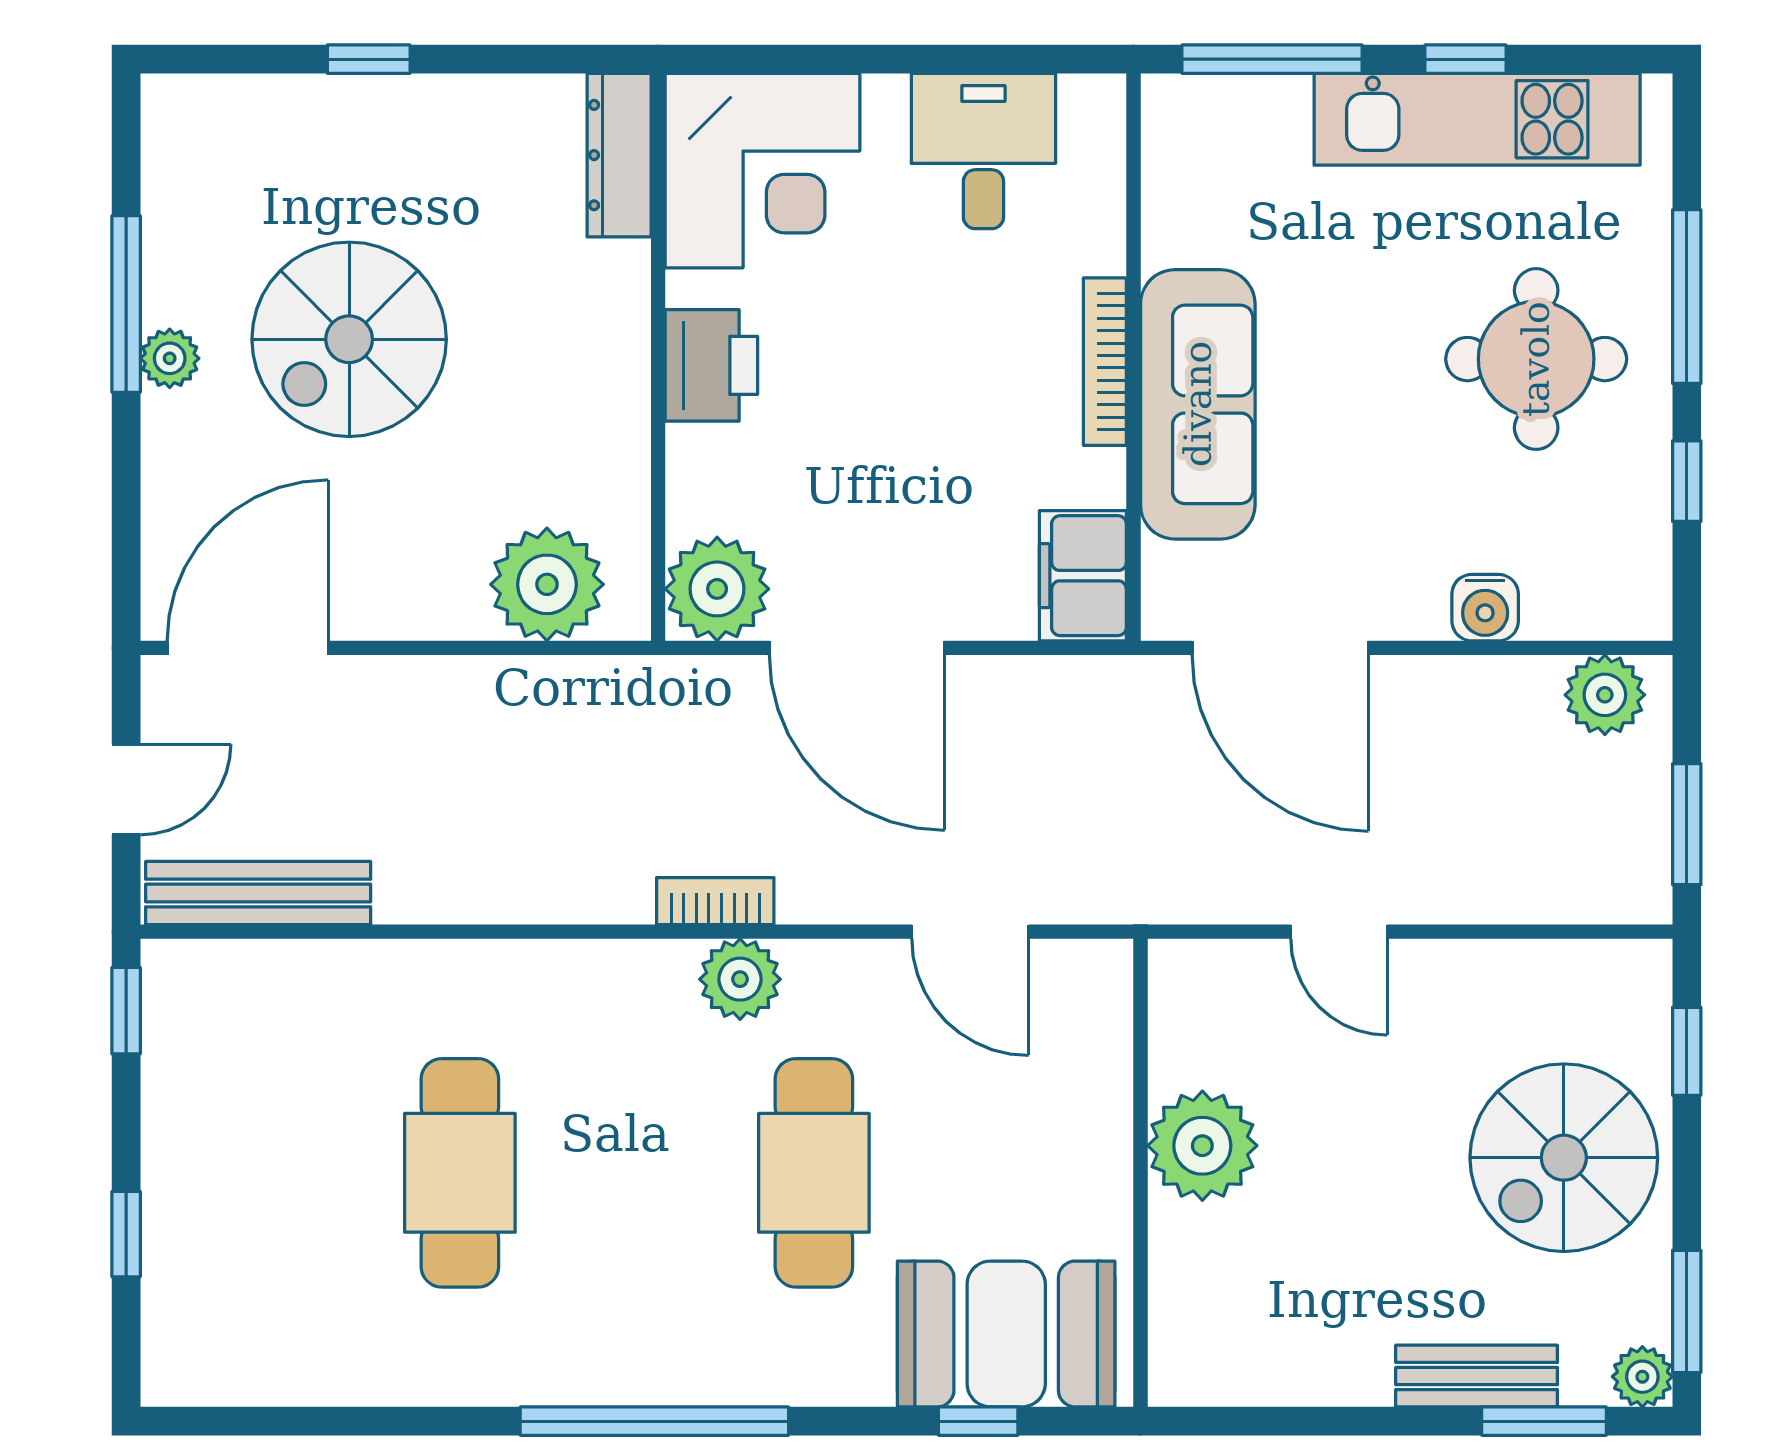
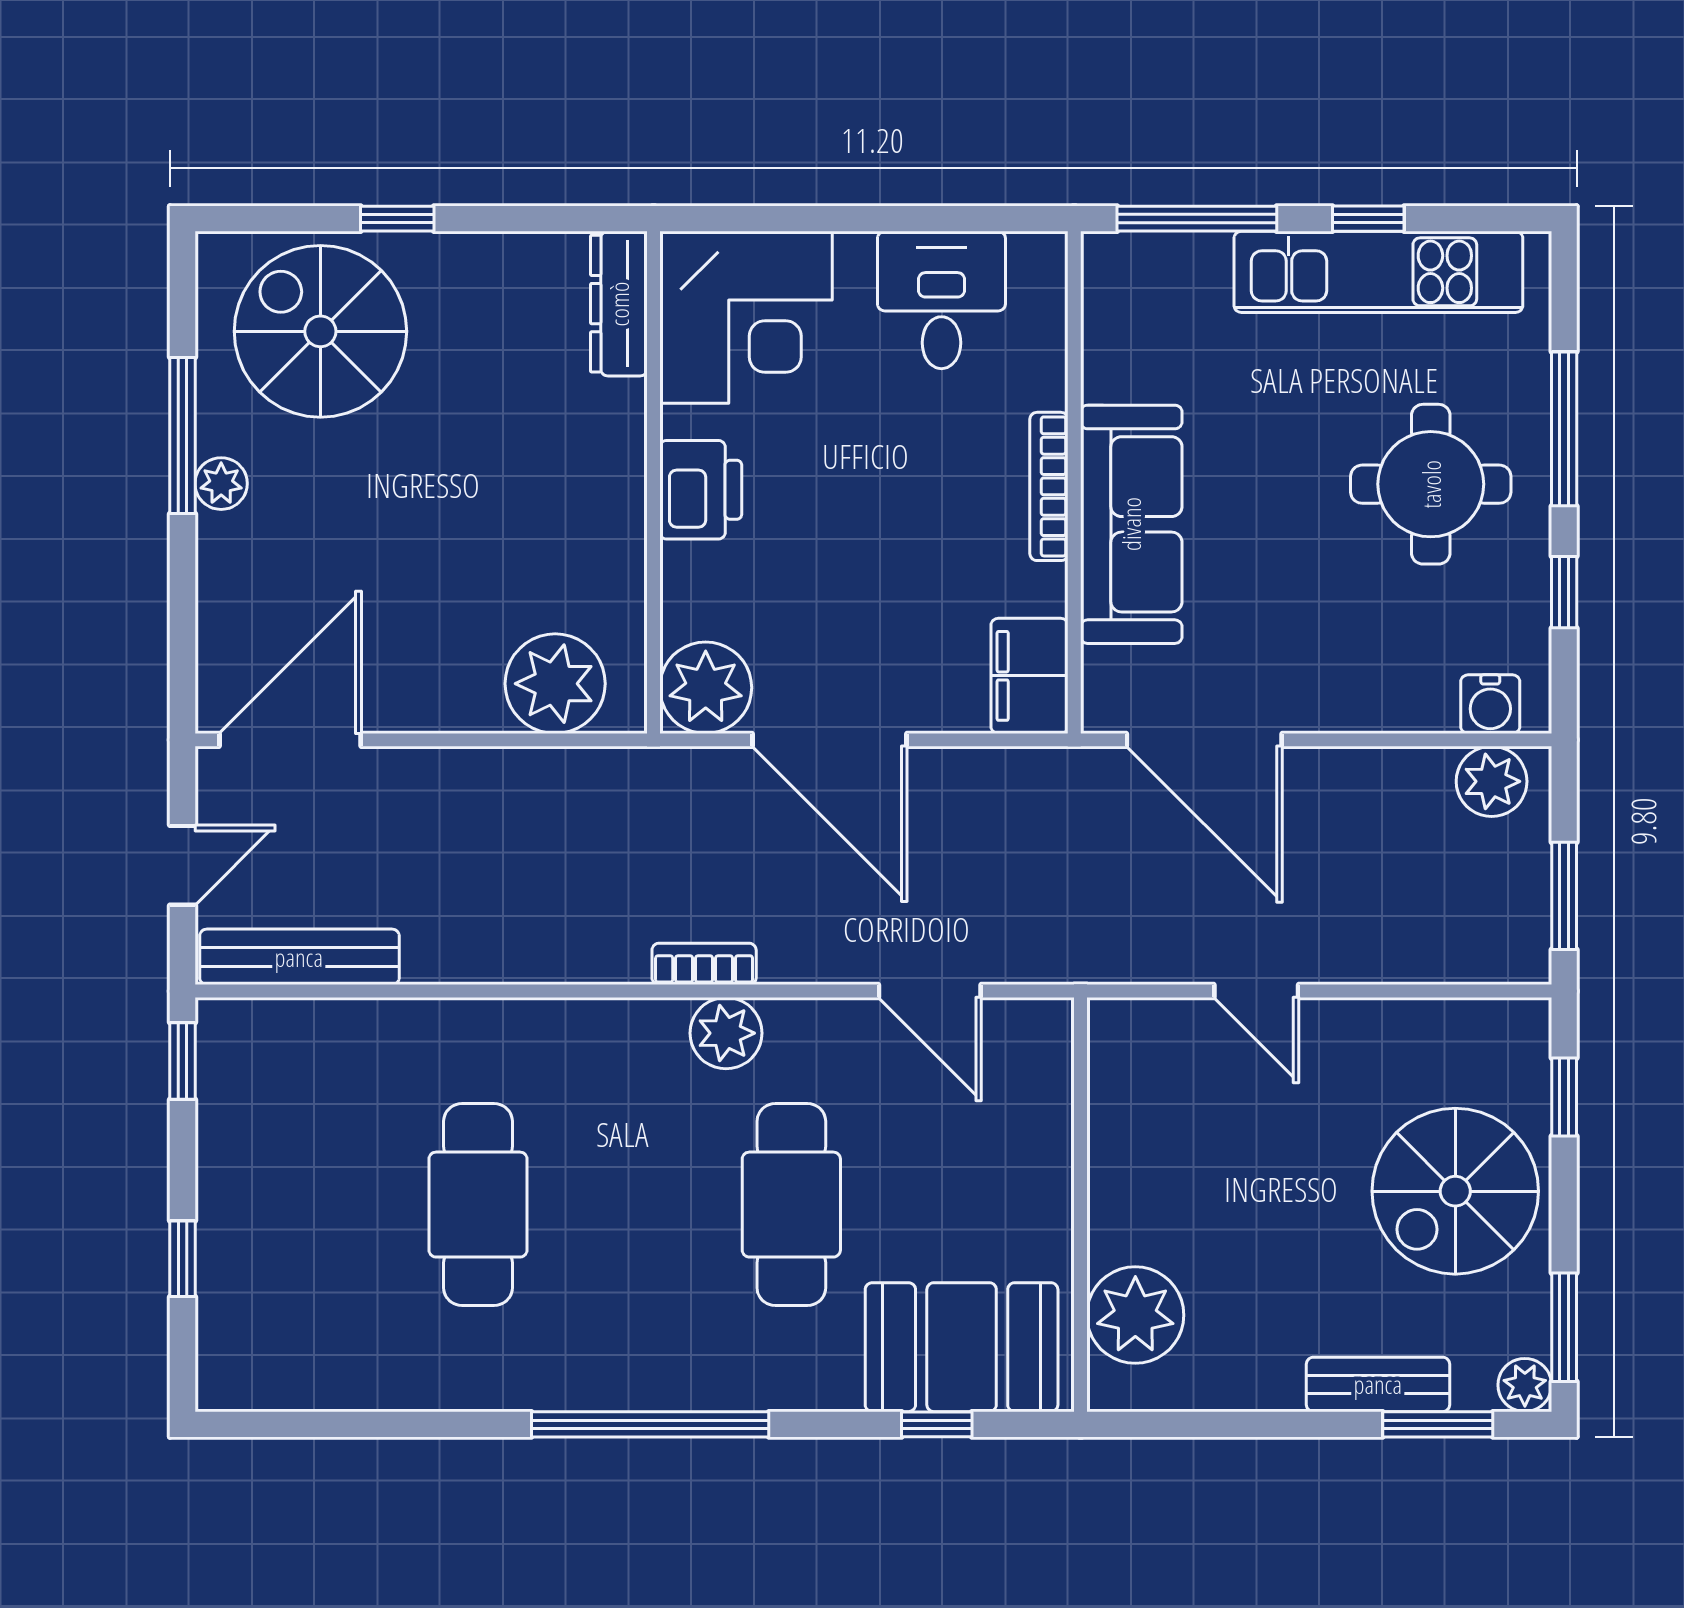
spiral stairs: (349, 339) -> (320, 331), moved, turned 90
water cooler: (1485, 608) -> (1490, 704), moved
plant: (1202, 1146) -> (1135, 1315), moved

